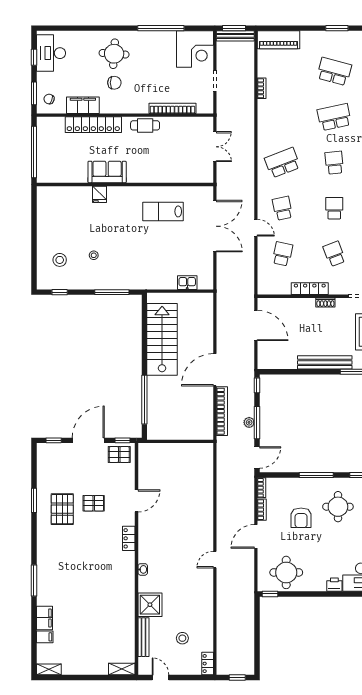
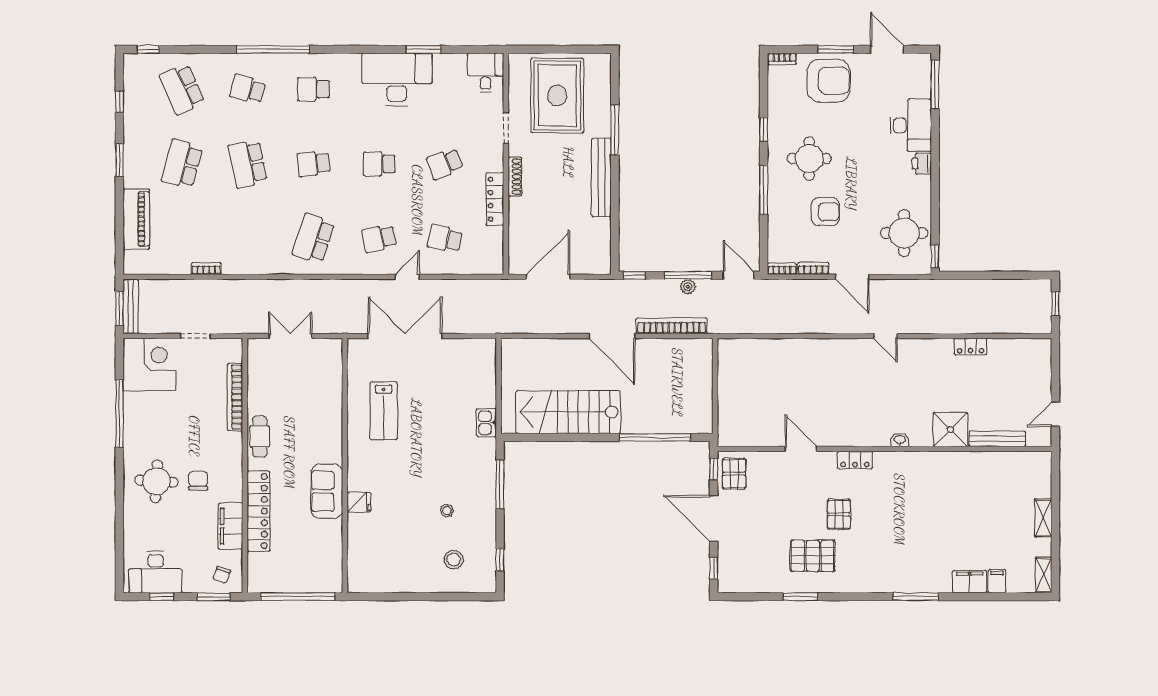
piano: (278, 40) -> (136, 219), moved
school desk: (282, 163) -> (313, 238), turned 39
kitchen sink: (187, 283) -> (486, 423), moved
shoe rack: (325, 302) -> (515, 177), width x1.43
pallet: (94, 503) -> (839, 514), moved
stool: (182, 638) -> (999, 383), removed
locker: (208, 664) -> (970, 346), moved
shelving: (122, 669) -> (1043, 518), moved

